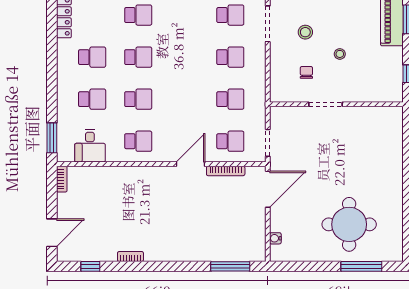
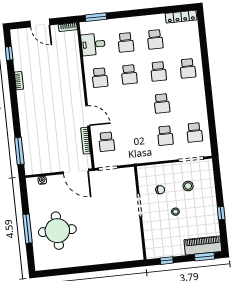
school desk: (230, 99) -> (162, 103), moved
door: (52, 233) -> (40, 23), moved
window: (361, 266) -> (28, 229), moved

